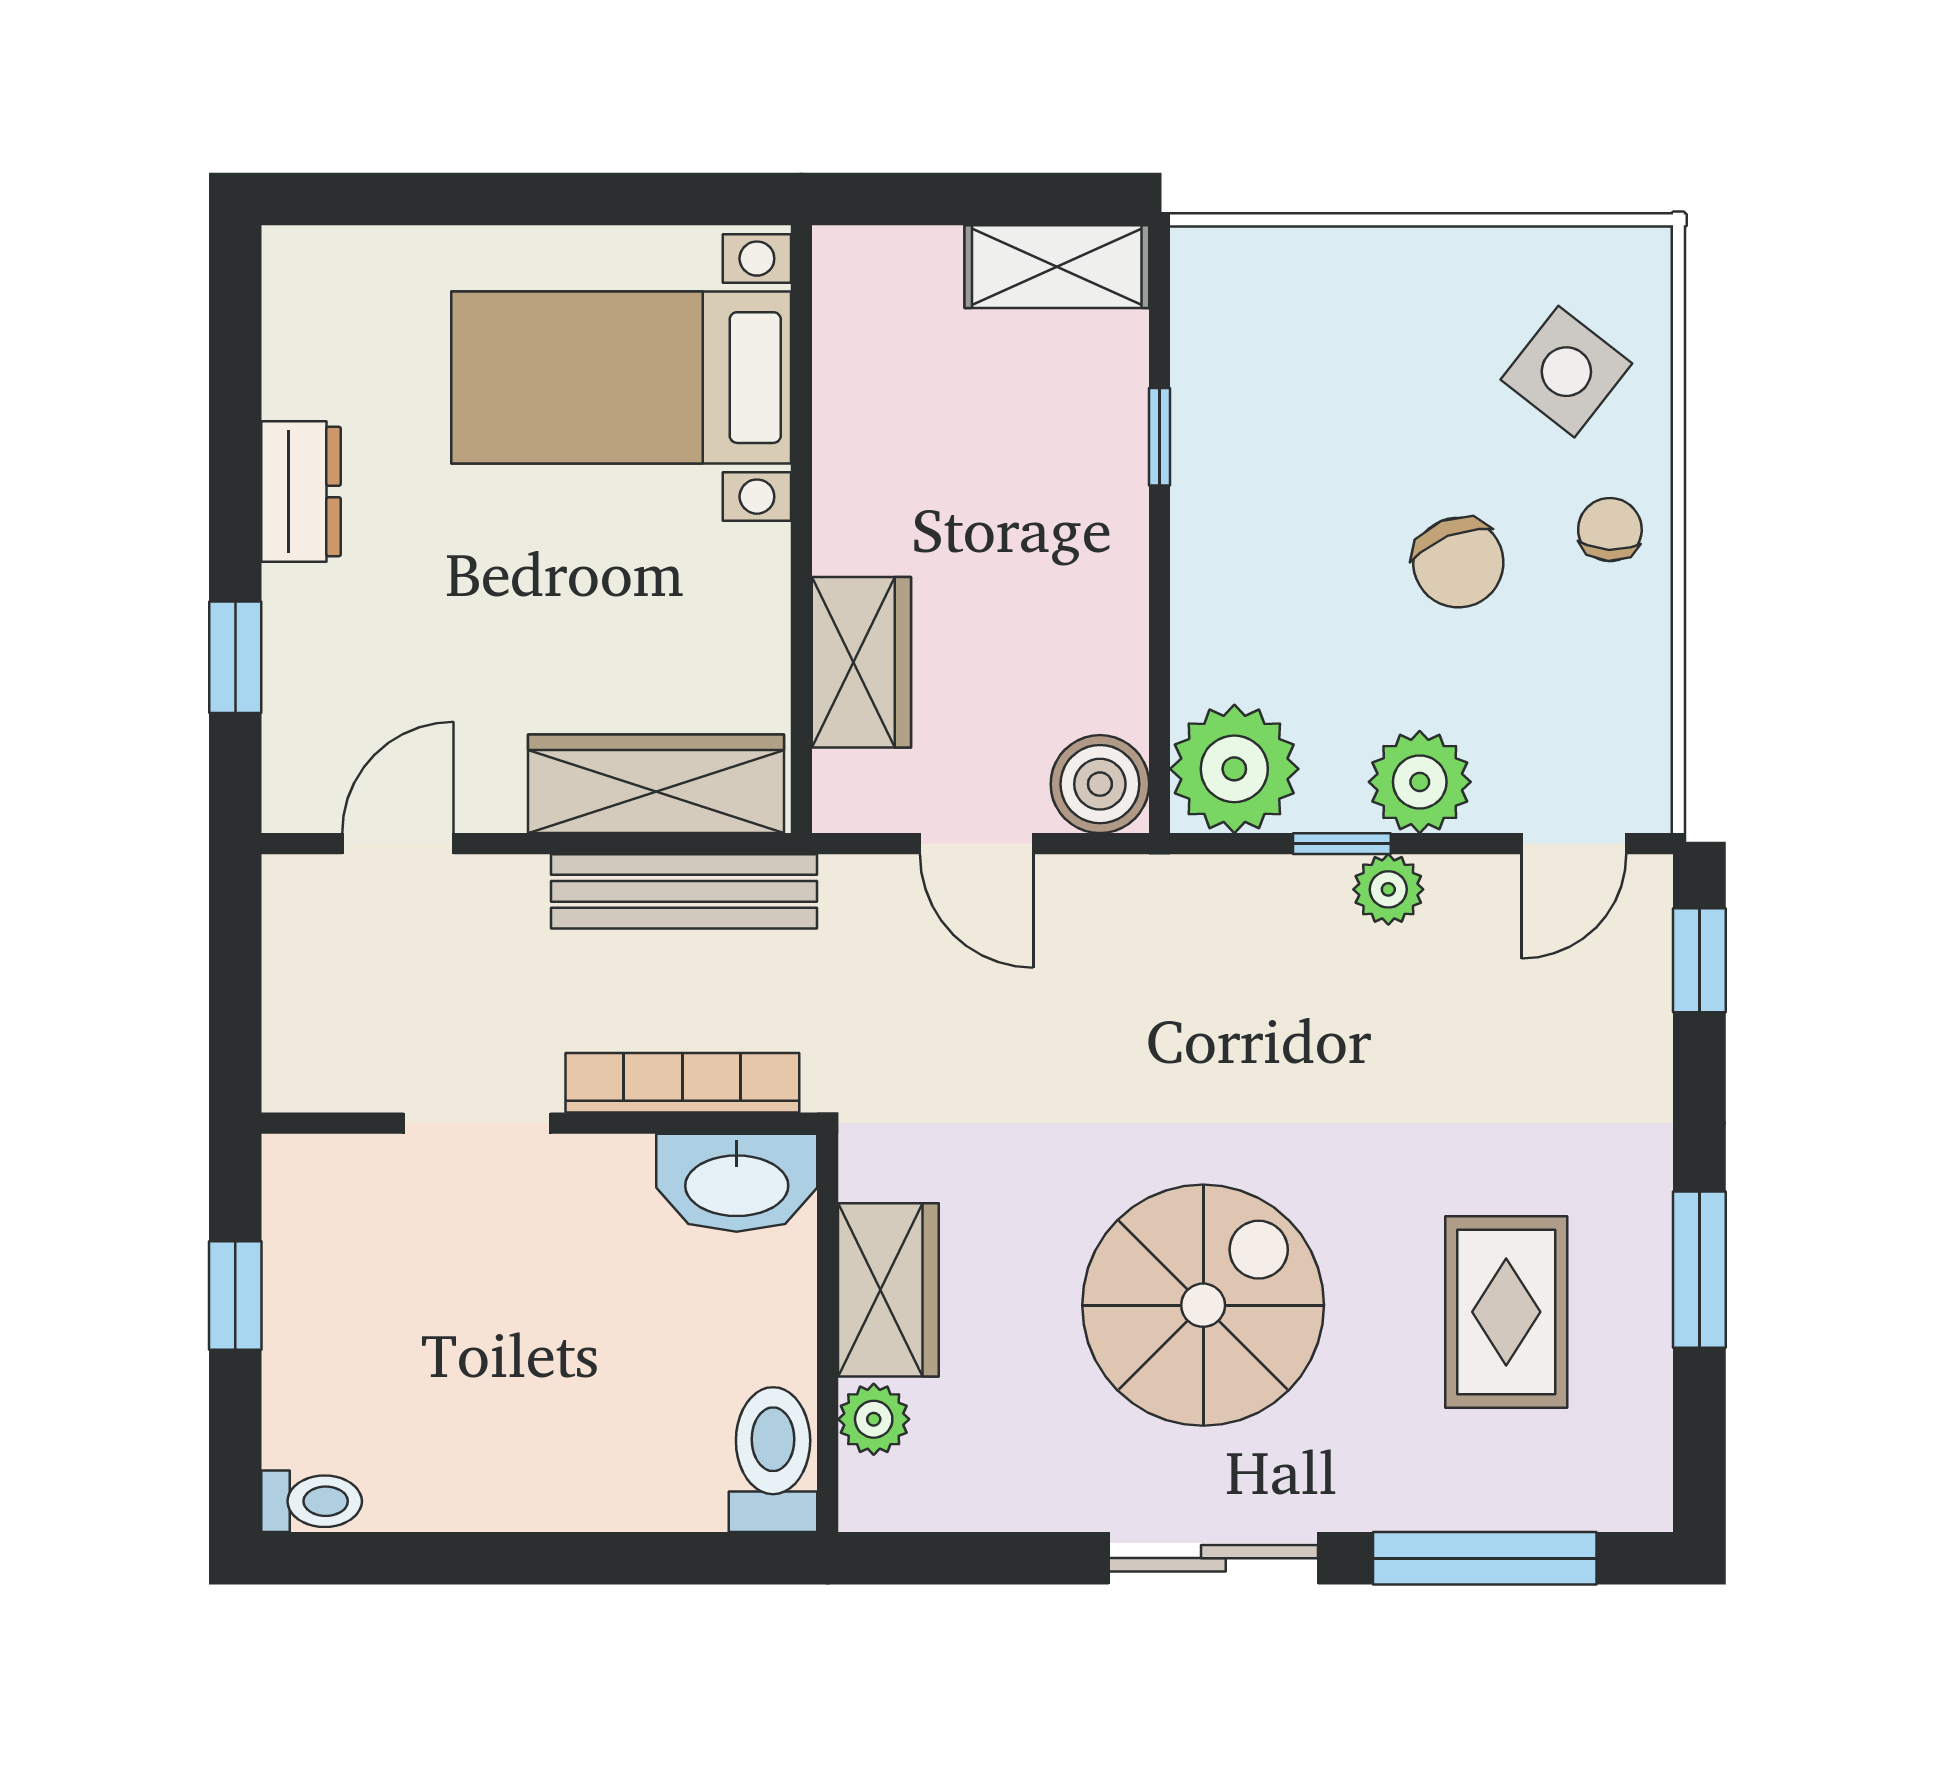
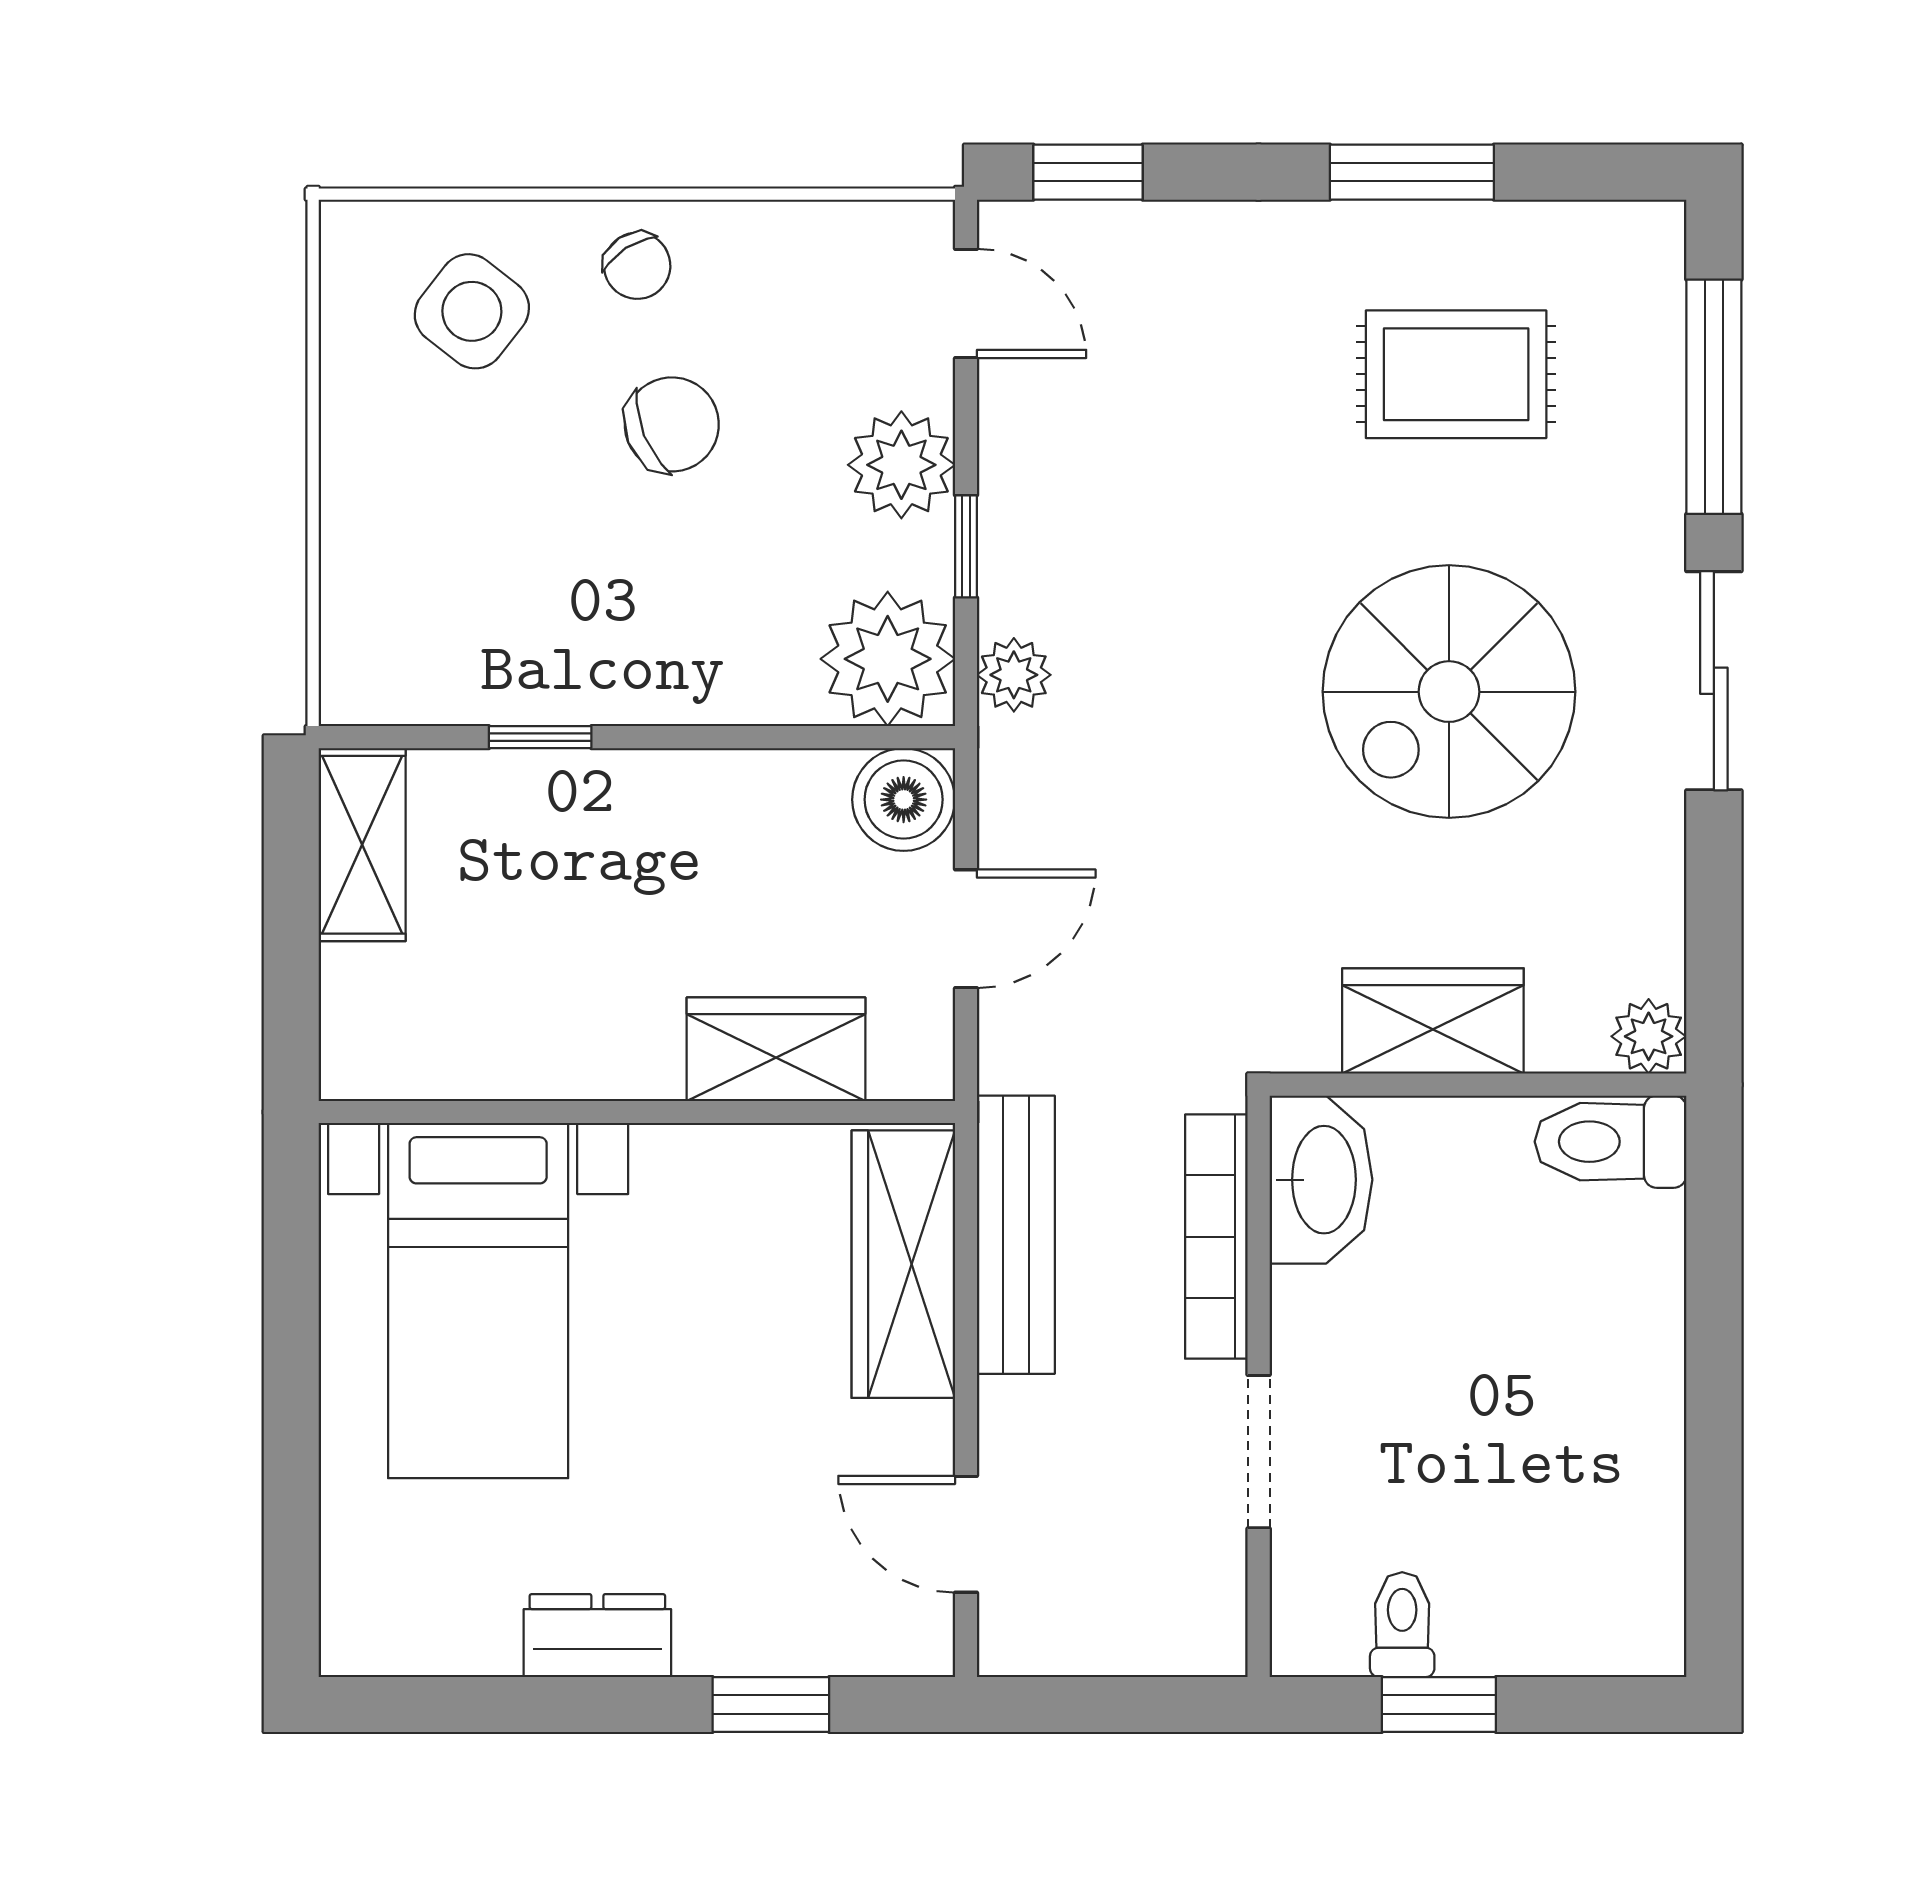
chair: (1610, 530) -> (637, 266), turned -126
plant: (1388, 889) -> (1014, 675), moved
spiral stairs: (1203, 1305) -> (1449, 692), turned -90
plant: (874, 1419) -> (1649, 1036), moved
toilet: (312, 1501) -> (1402, 1625), moved

